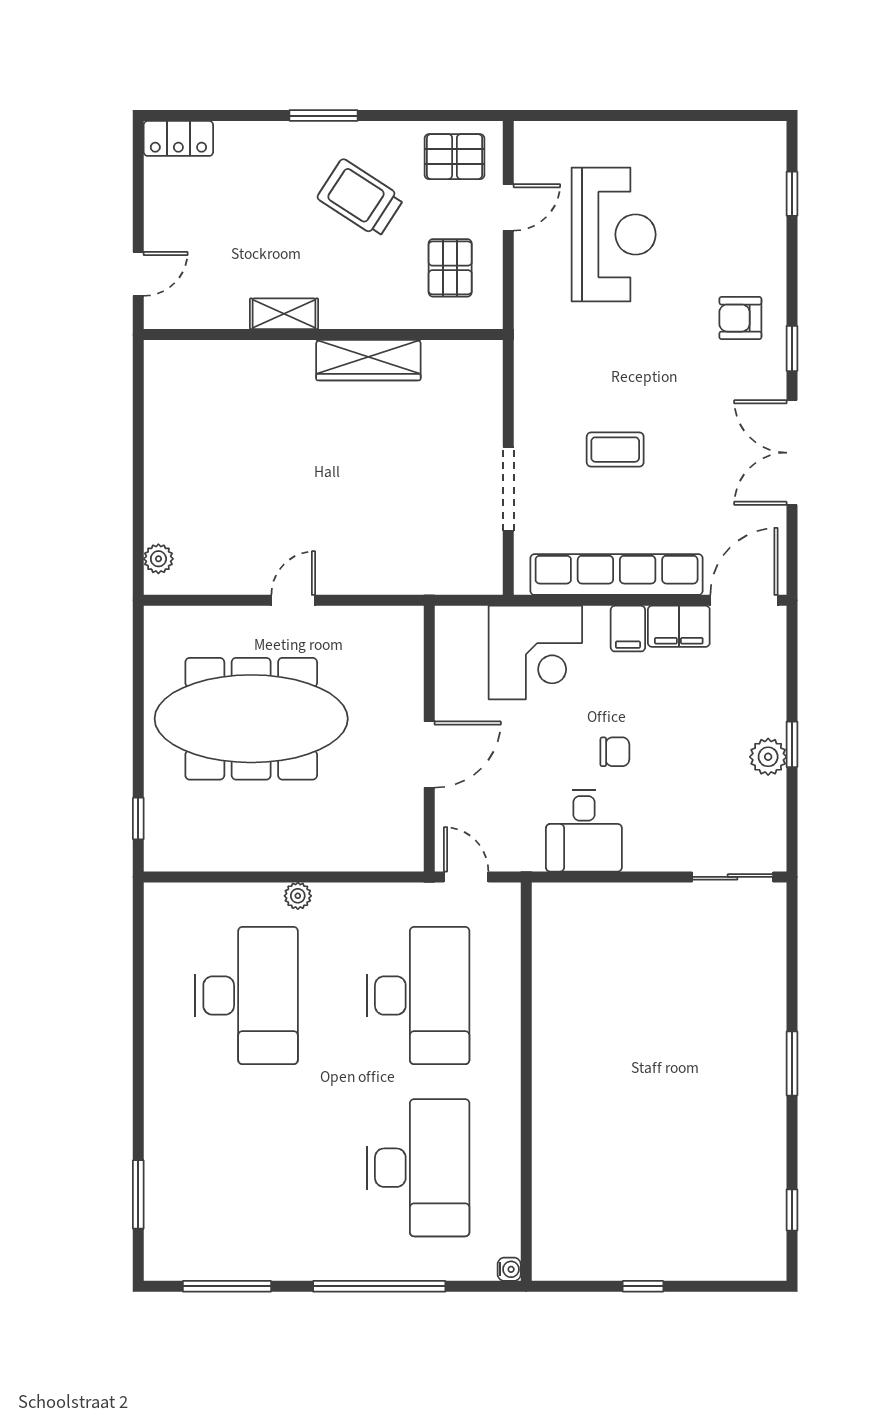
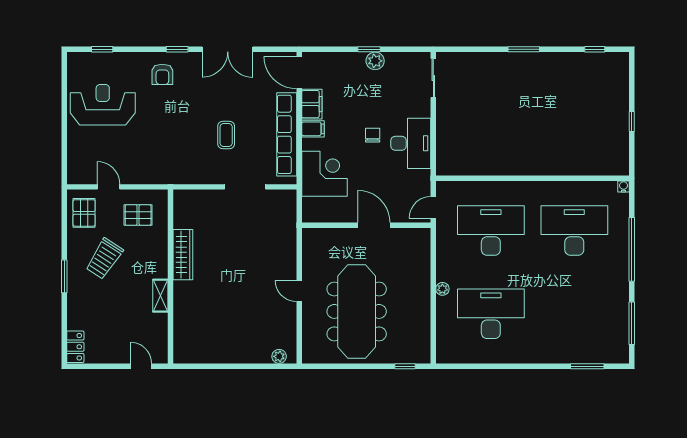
reception desk: (614, 234) -> (103, 105), moved
desk: (584, 831) -> (411, 143), width x1.37

